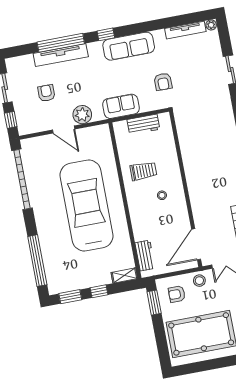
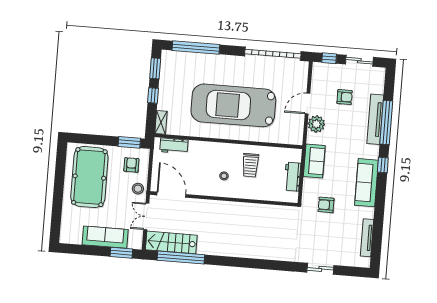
plant: (211, 25) -> (365, 262), removed
car: (87, 206) -> (233, 105), turned 180

